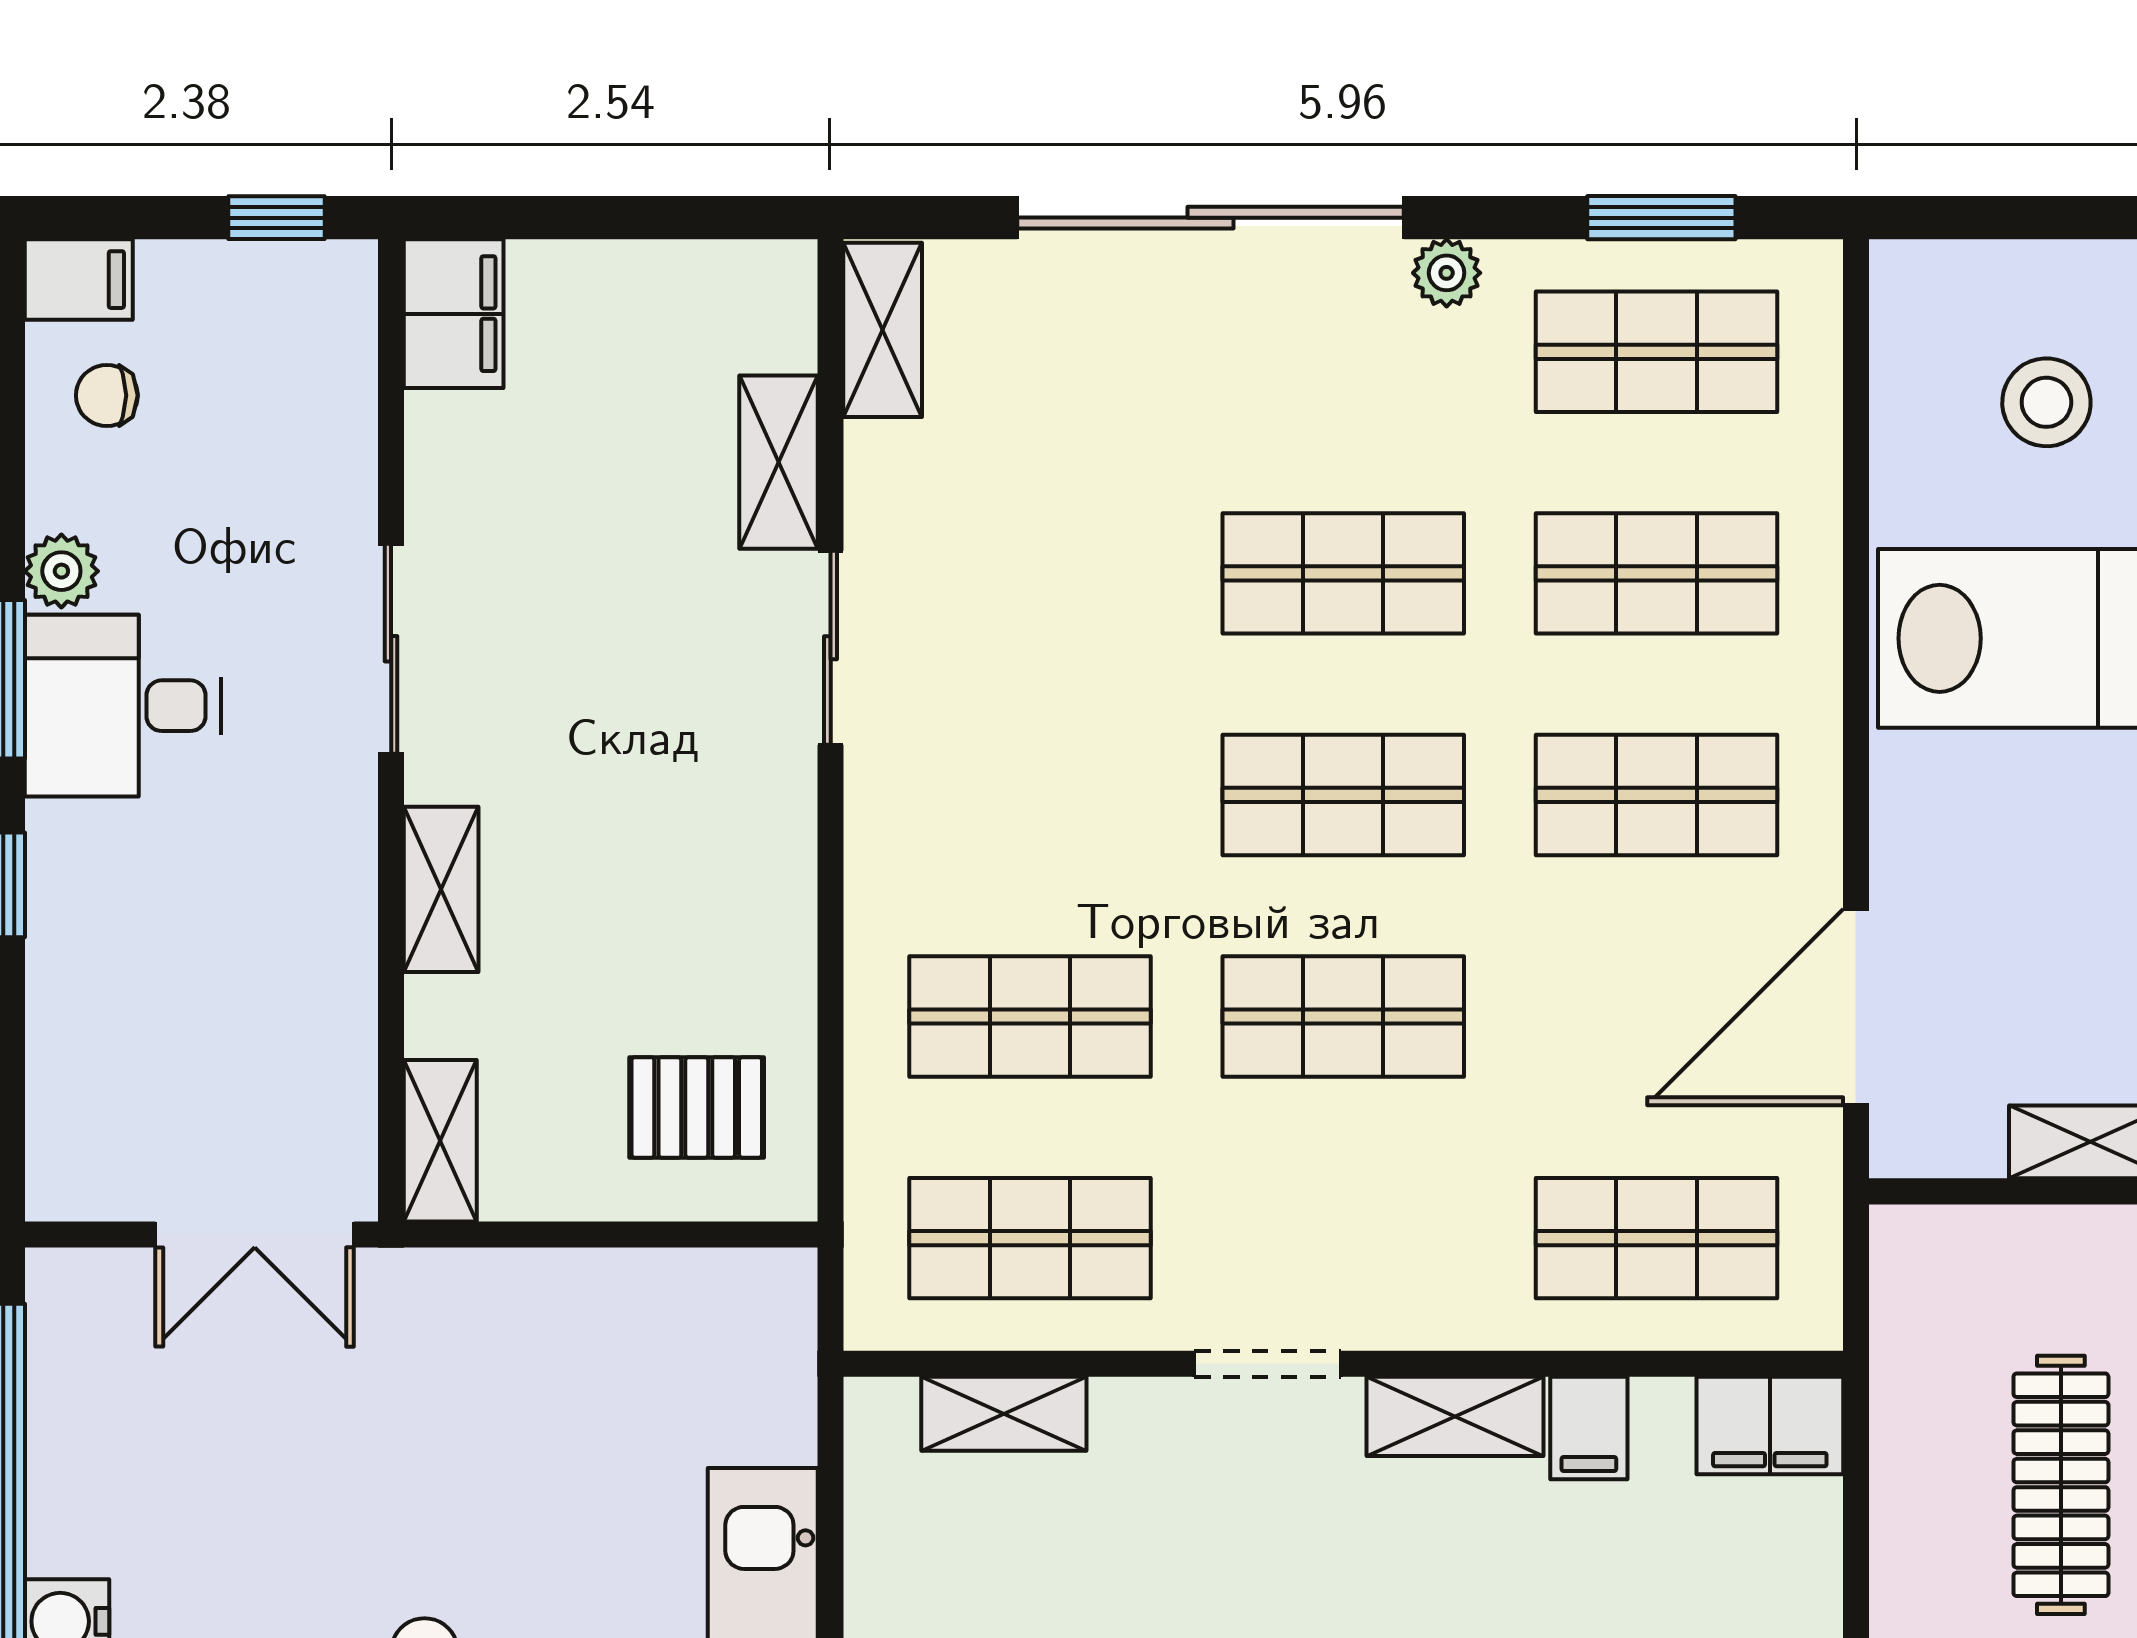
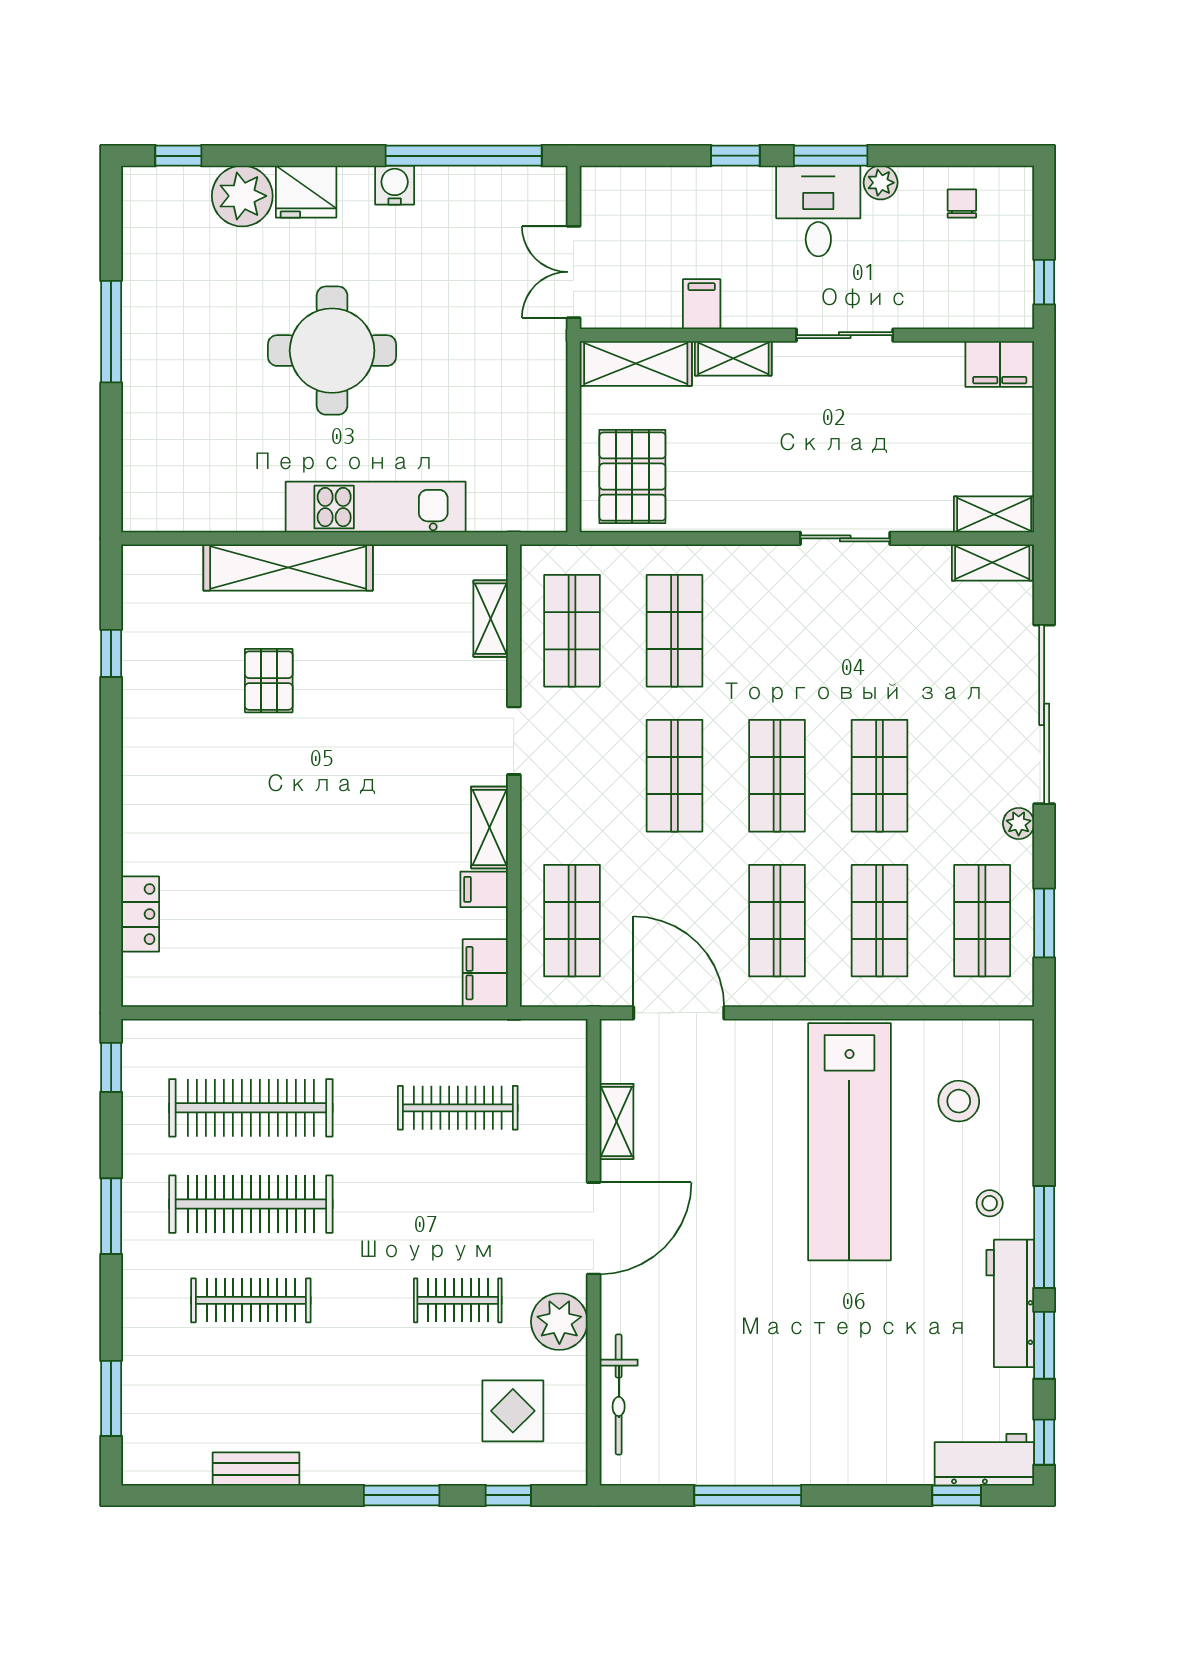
filing cabinet: (79, 280) -> (702, 304), moved, turned 180
shelving: (779, 462) -> (994, 514), moved
pallet: (697, 1107) -> (632, 477), width x1.50, depth x1.42
shelving: (440, 1141) -> (636, 363), width x1.50, depth x1.33

